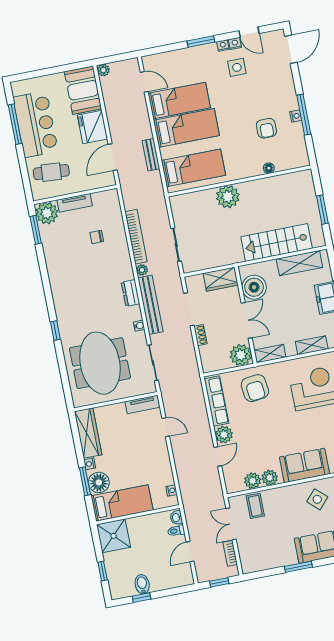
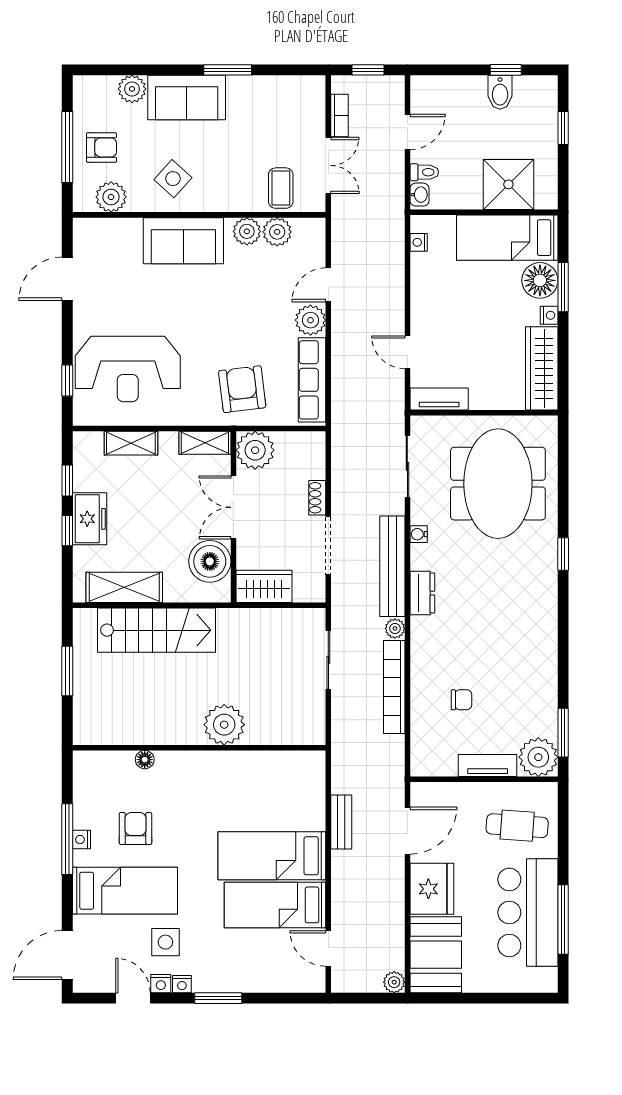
bed: (193, 168) -> (125, 891), moved, turned 180
shower: (114, 536) -> (508, 184), moved

